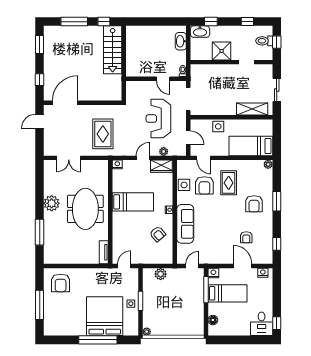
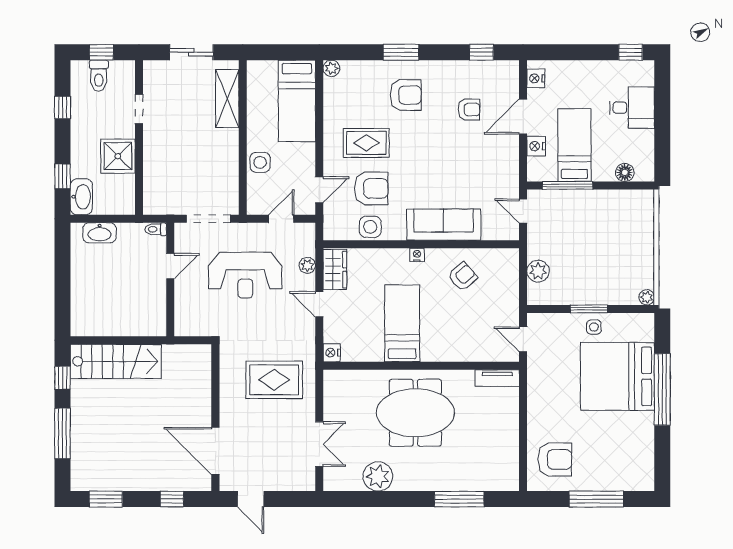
plant: (52, 203) -> (378, 476), moved
nightstand: (213, 273) -> (536, 146), moved
desk: (262, 324) -> (632, 108), moved

